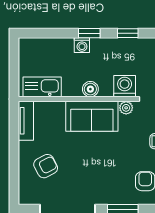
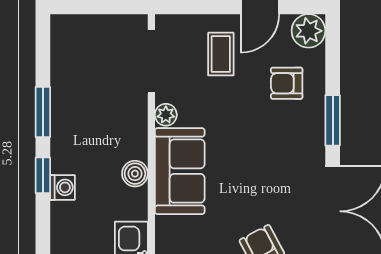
window: (128, 33) -> (43, 112), width x1.50
washing machine: (125, 86) -> (130, 117), removed

